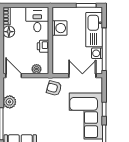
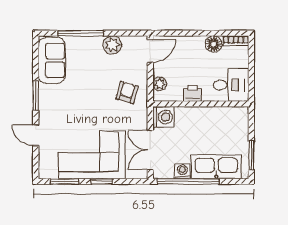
washing machine: (60, 28) -> (163, 117), moved, turned -90
double door: (82, 76) -> (150, 150), swing flipped
armchair: (54, 88) -> (127, 93), moved

